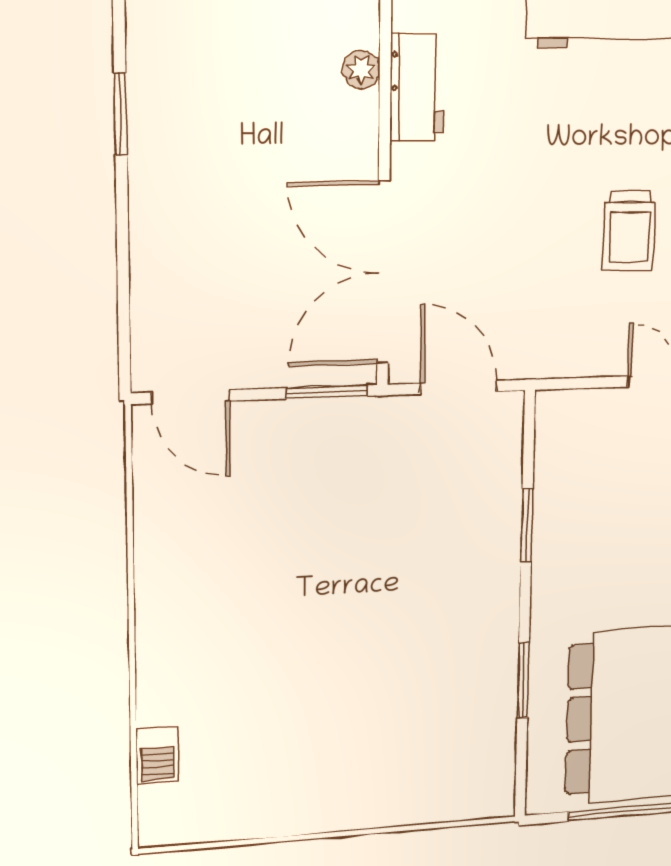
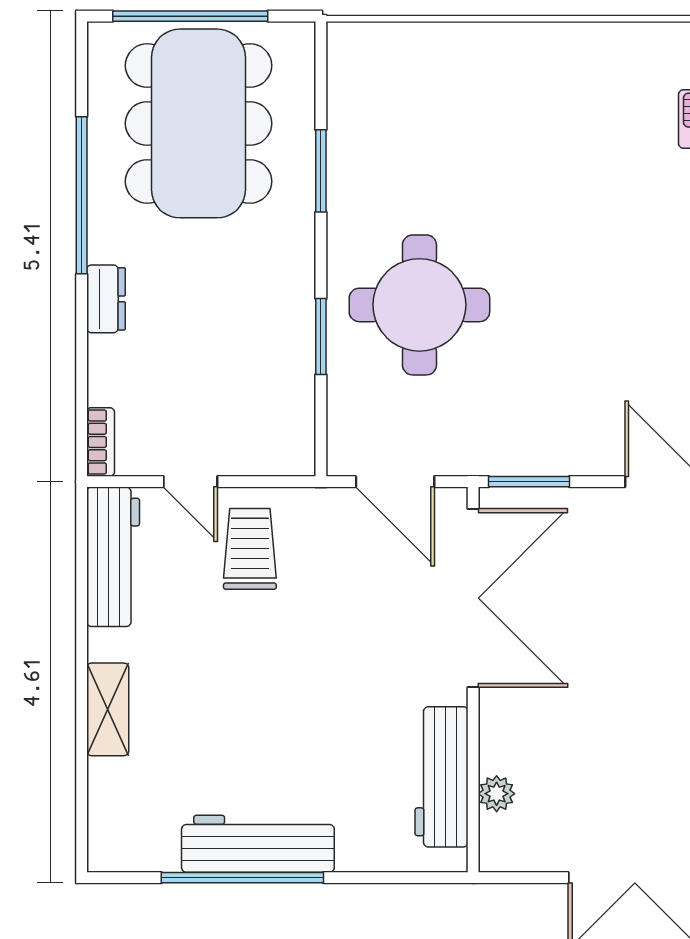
workbench: (417, 87) -> (442, 777), width x1.37
trolley: (629, 231) -> (250, 549), moved
round table: (433, 560) -> (419, 305), added

